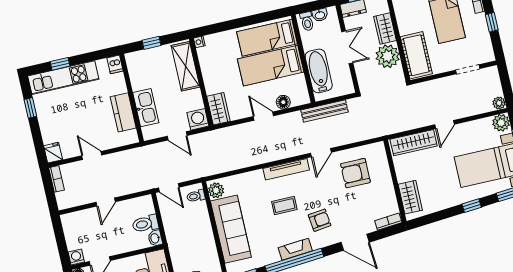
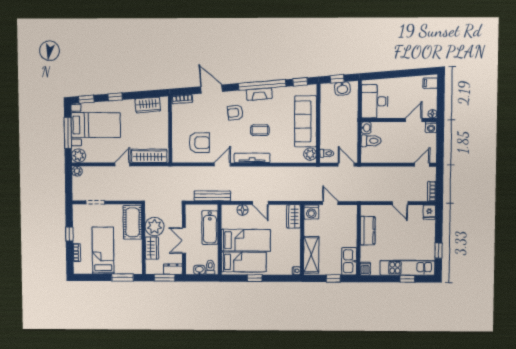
window: (249, 21) -> (255, 278), added
kitchen sink: (146, 108) -> (349, 261), moved
wardrobe: (410, 197) -> (148, 105), moved, turned -95
door: (106, 202) -> (422, 165), moved

